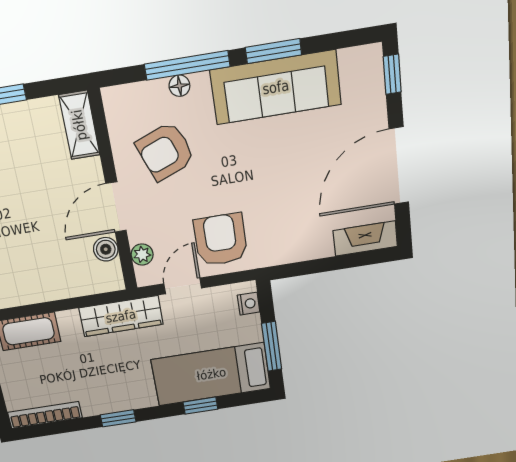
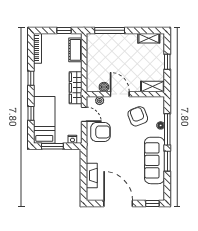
fireplace: (365, 238) -> (92, 175), moved

